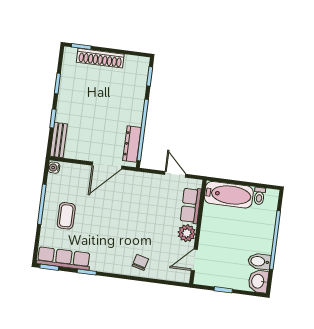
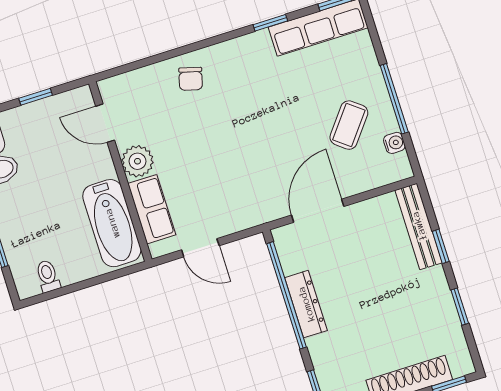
bench: (59, 140) -> (419, 226), width x1.36
dresser: (132, 144) -> (306, 304), moved
water cooler: (54, 168) -> (394, 143), moved
bathtub: (229, 195) -> (112, 223), moved, turned -90
coffee table: (66, 216) -> (349, 125), moved, turned 38
door: (194, 260) -> (105, 123), swing flipped

